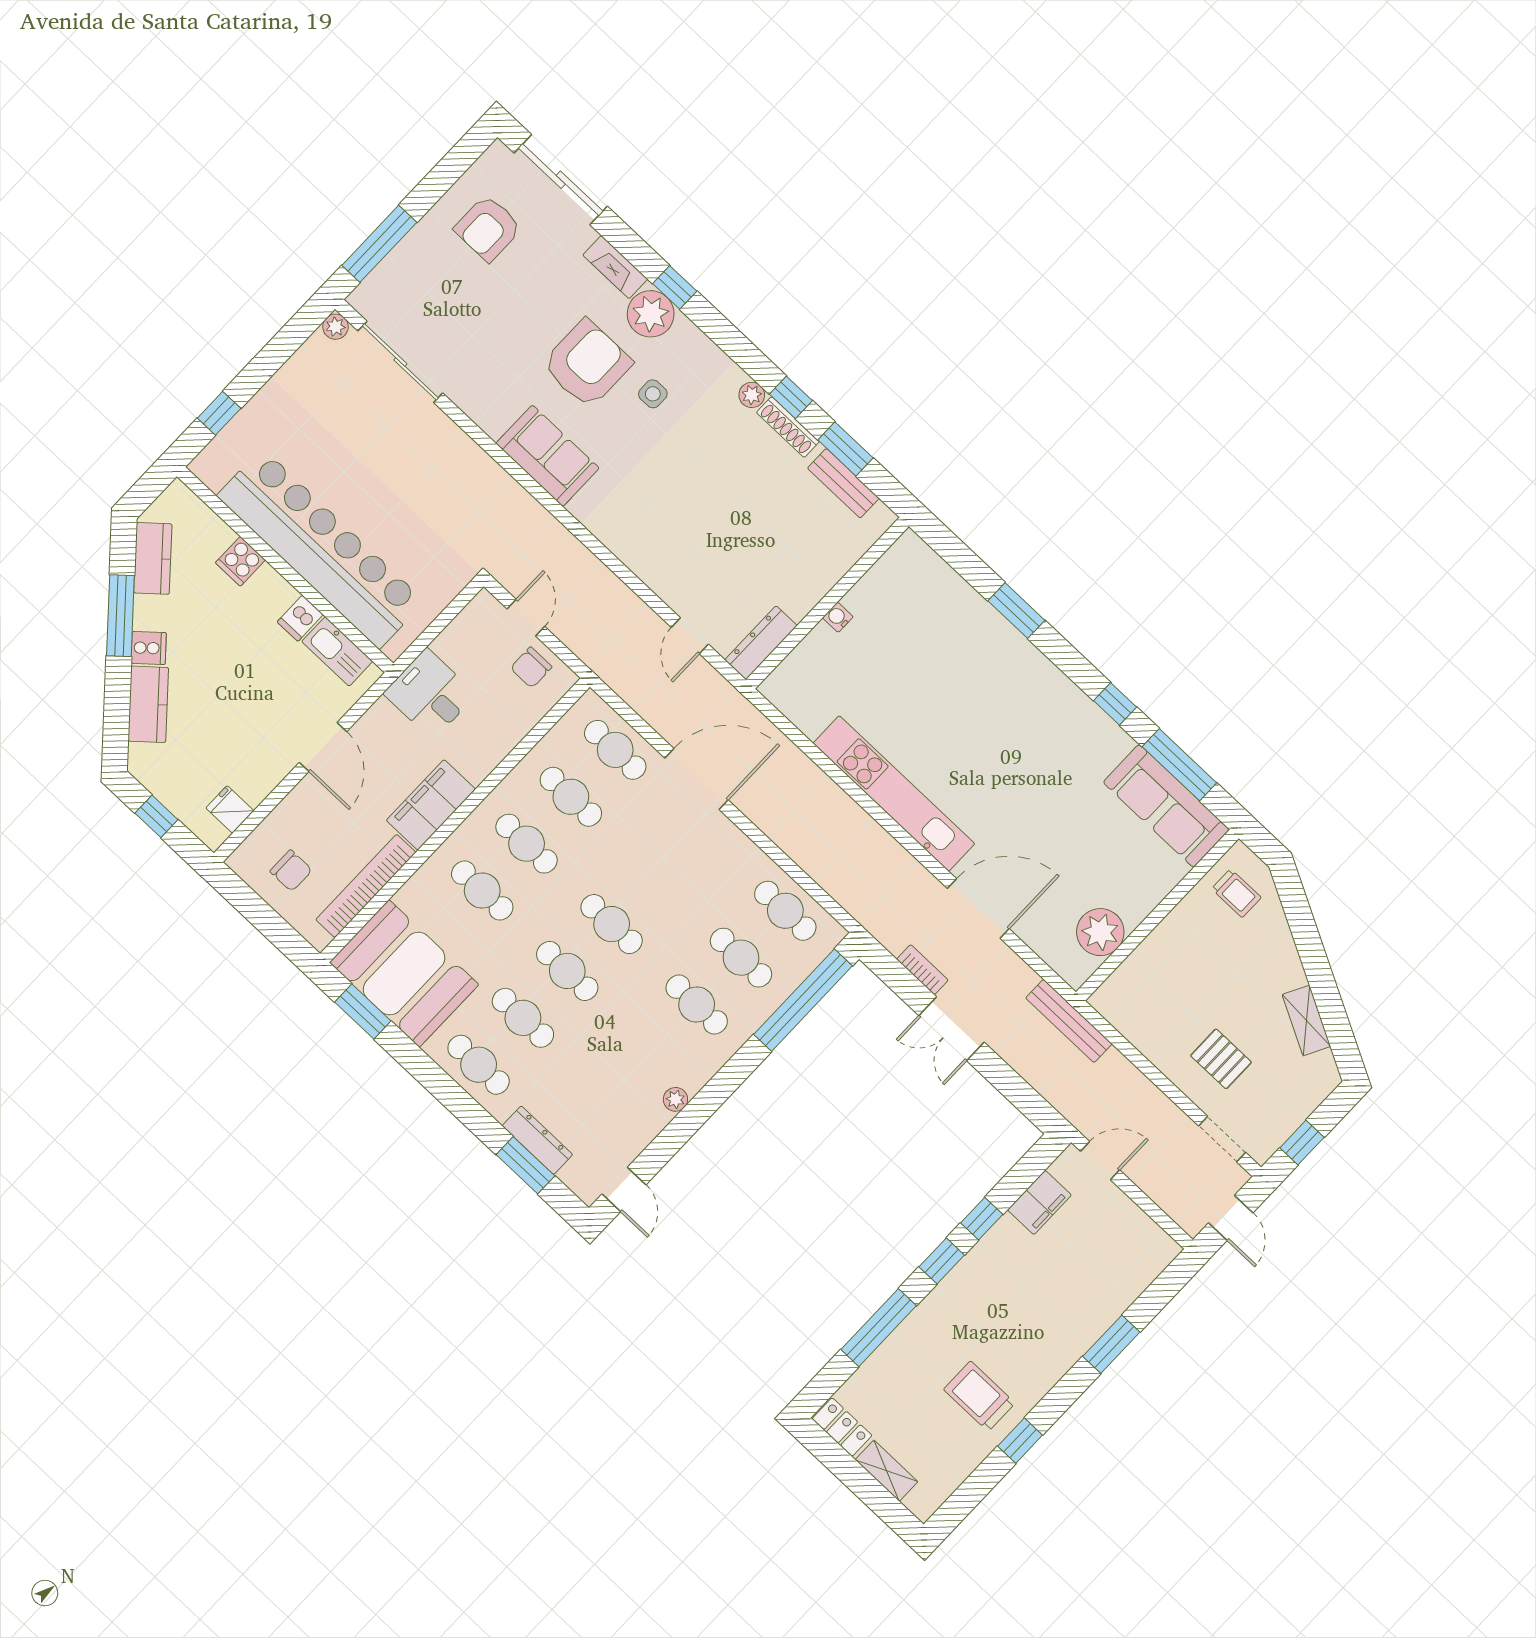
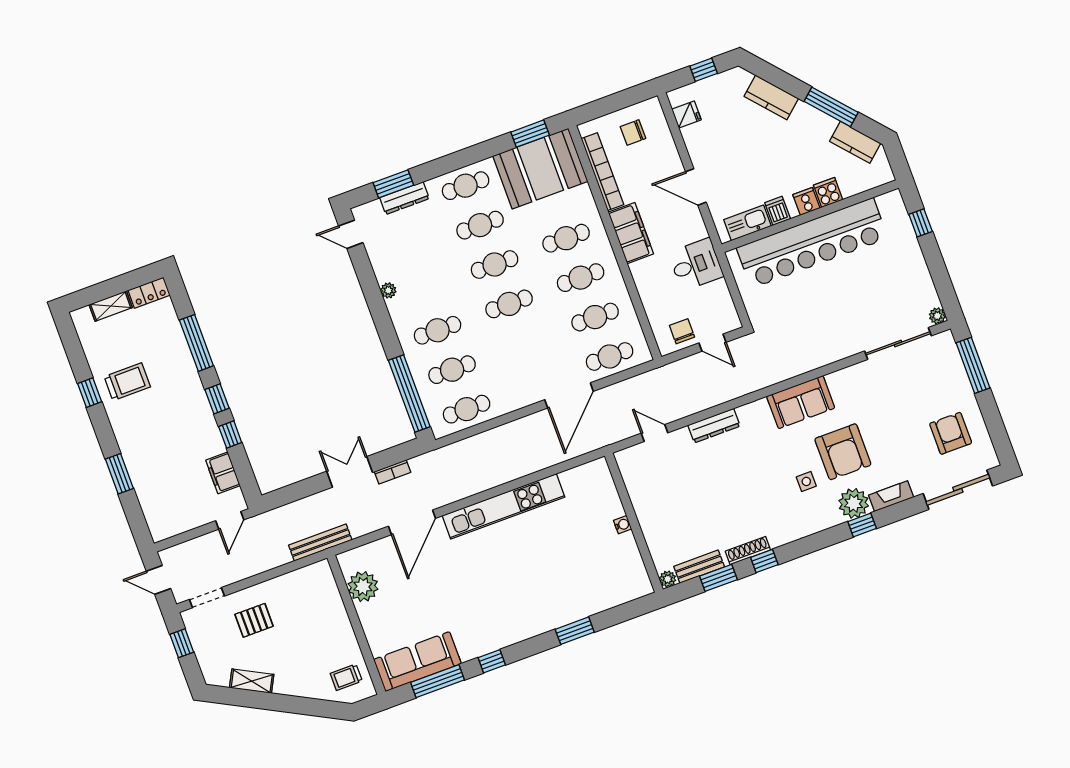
plant: (752, 395) -> (668, 579), moved
dresser: (761, 643) -> (714, 426), moved, turned 90
cooker: (149, 648) -> (806, 201), moved, turned 131

